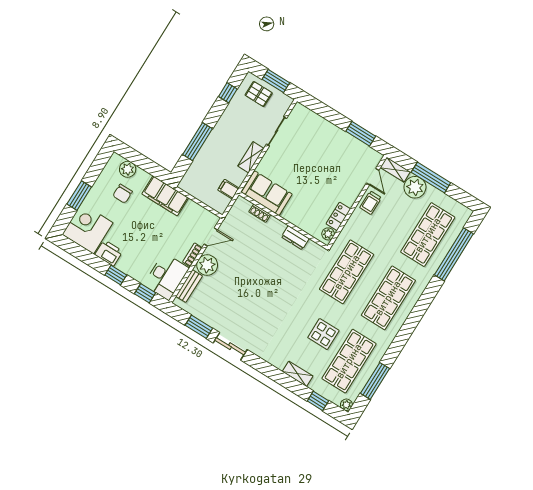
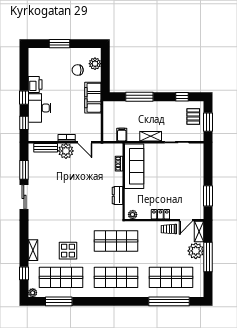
sofa: (267, 193) -> (134, 166), width x1.36
locker: (338, 216) -> (160, 214), moved
corner desk: (88, 229) -> (42, 62), removed
desk: (166, 277) -> (40, 108), moved, turned 90

